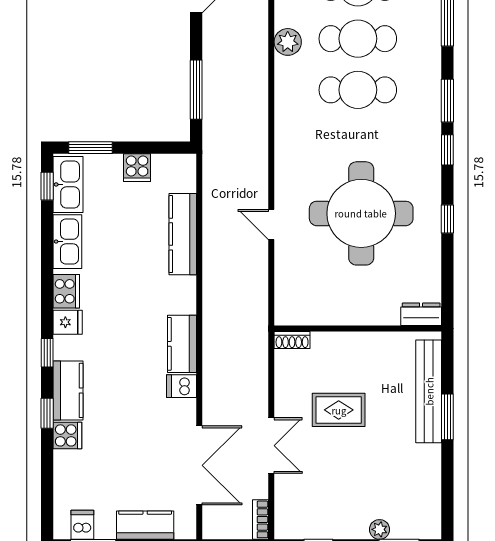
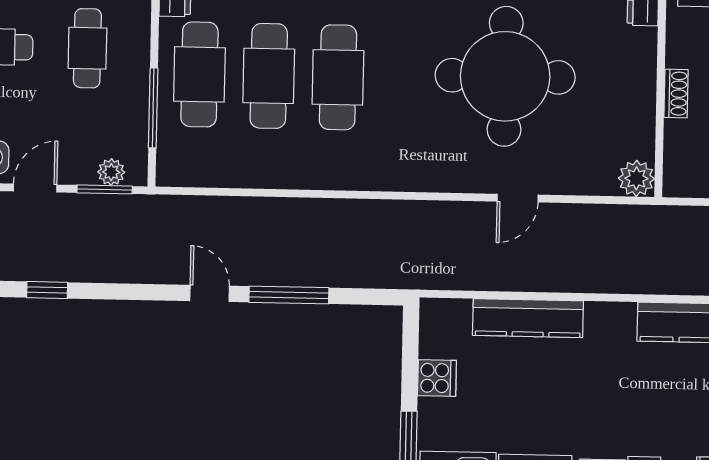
plant: (288, 42) -> (636, 178), moved
window: (196, 90) -> (289, 295), moved
shoe rack: (292, 340) -> (676, 94), moved

